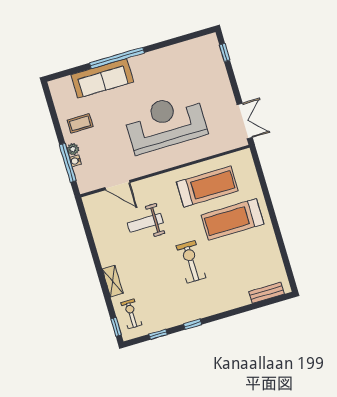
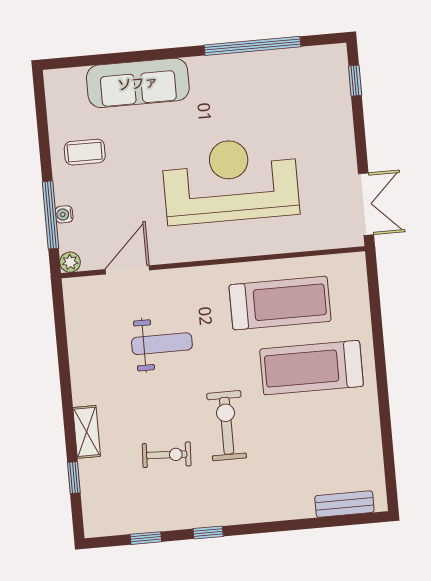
window: (117, 58) -> (252, 46), moved
plant: (73, 149) -> (70, 262), moved
door: (117, 185) -> (127, 270), swing flipped
weight bench: (145, 223) -> (162, 344), turned 180
exercise bike: (131, 314) -> (167, 455), moved, turned 93
window: (116, 327) -> (74, 478), moved

